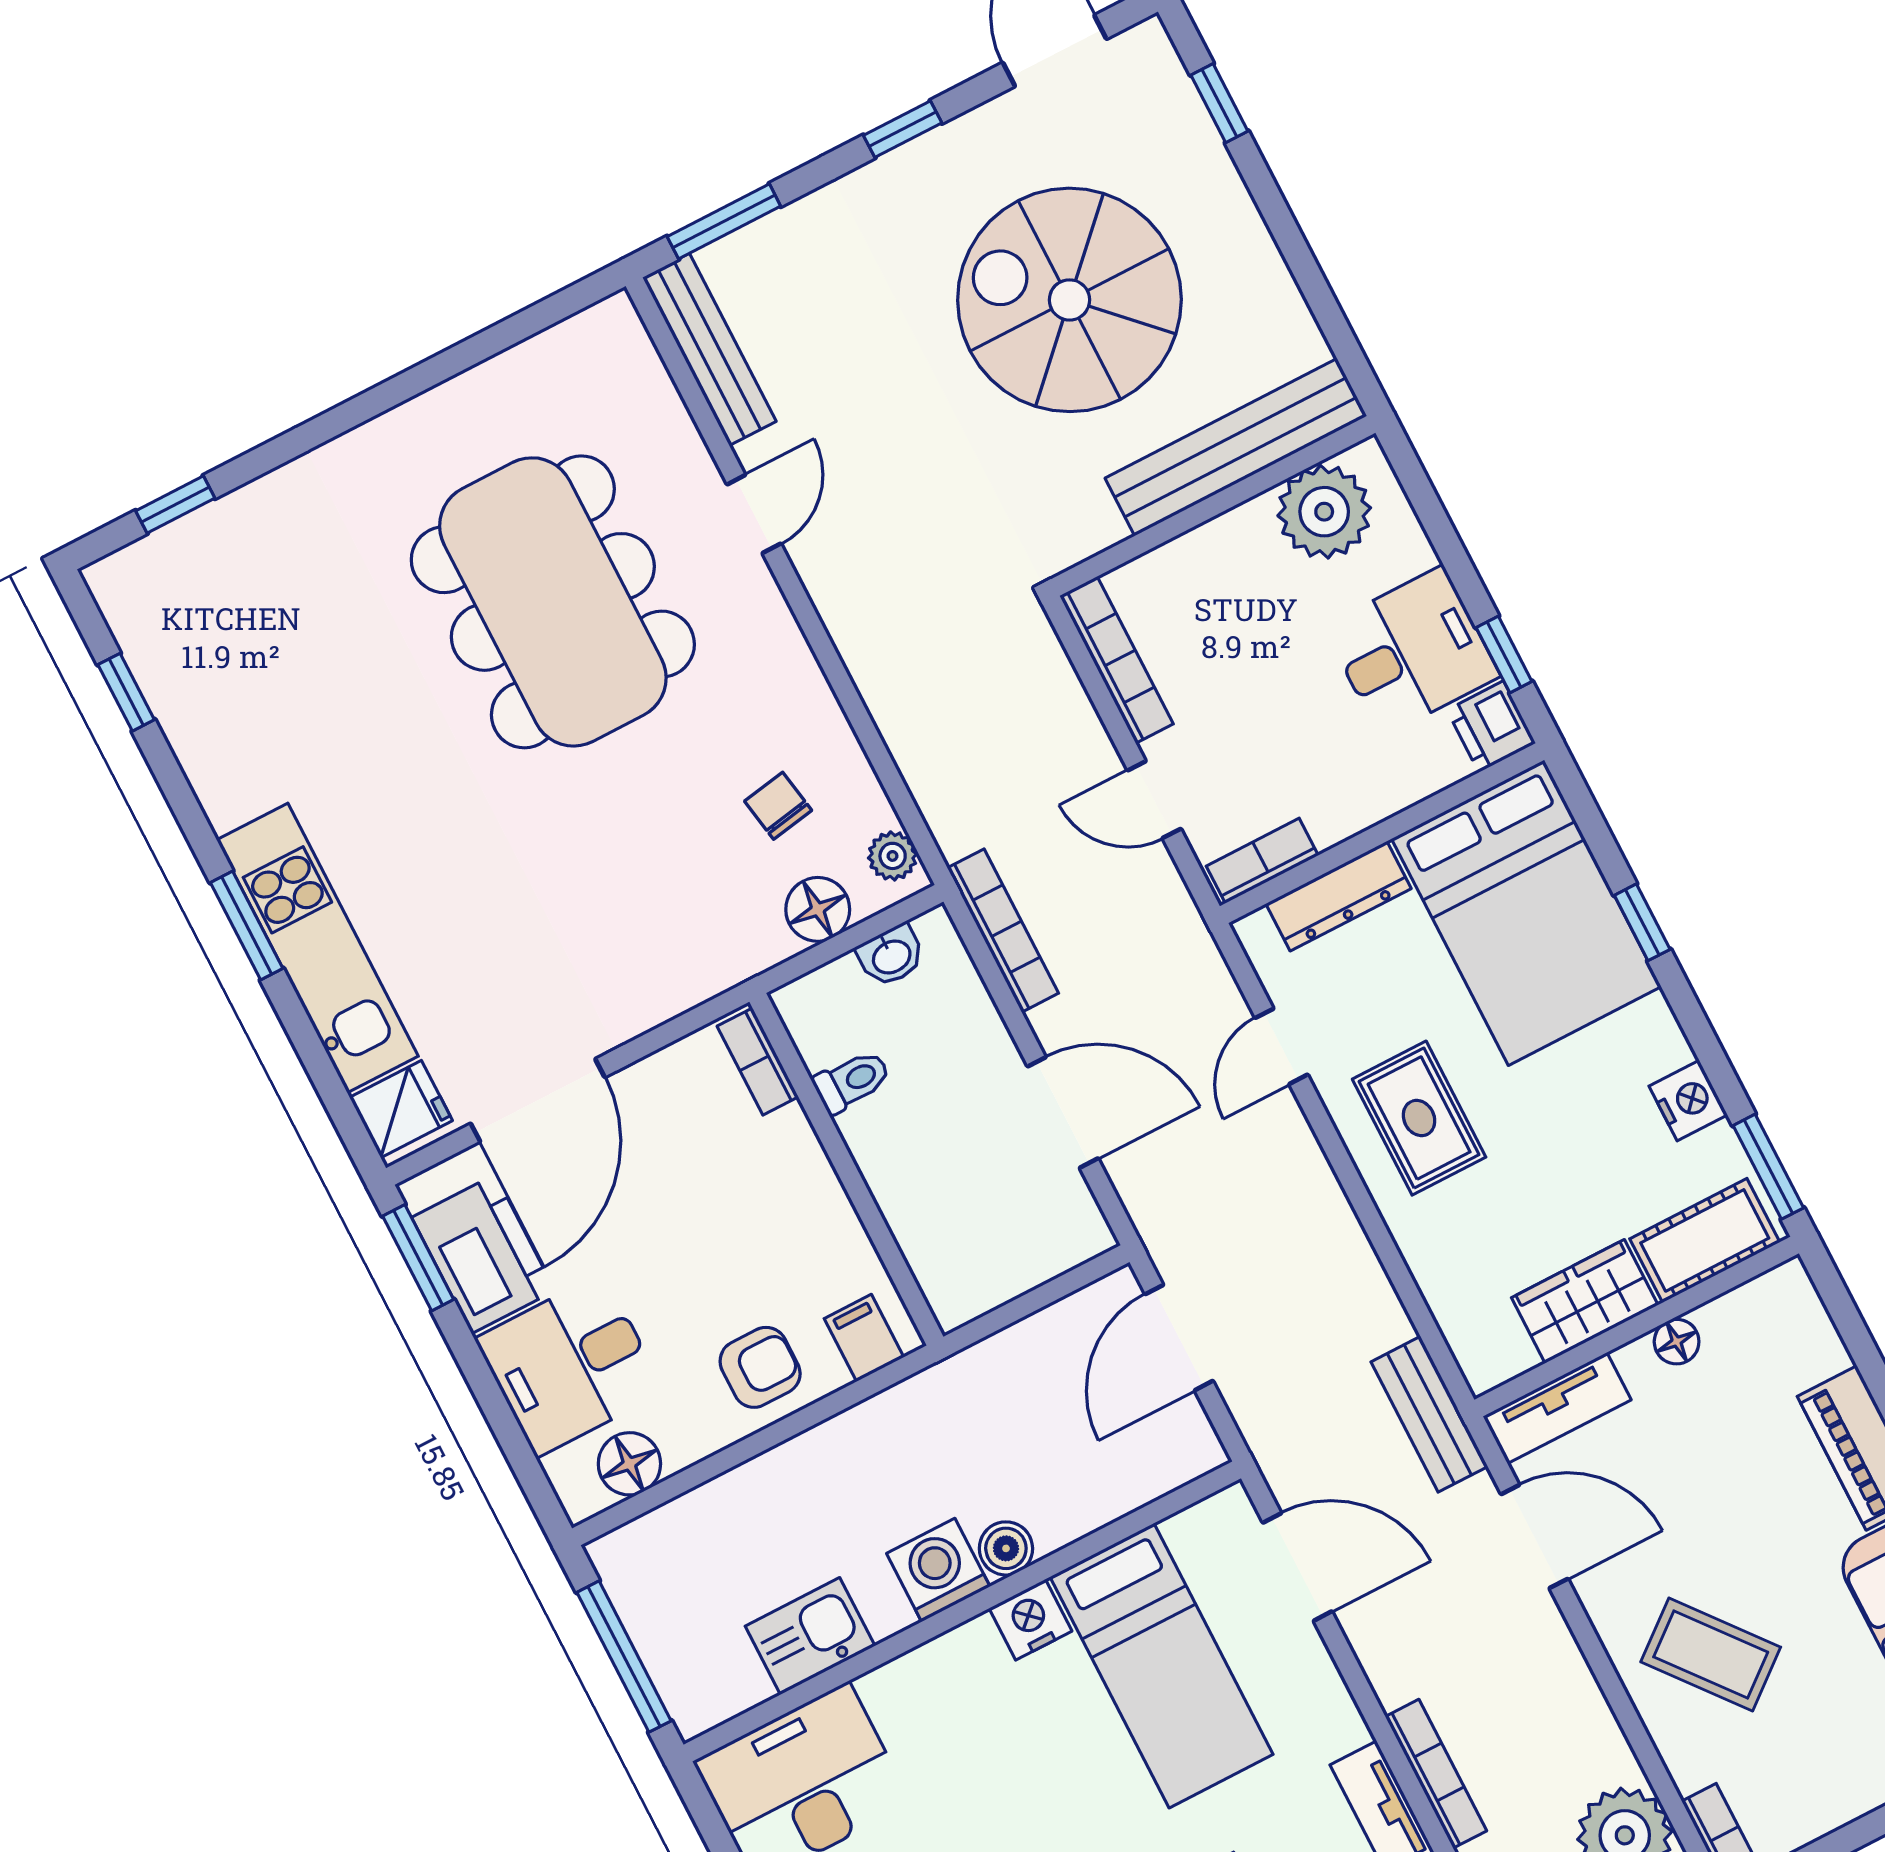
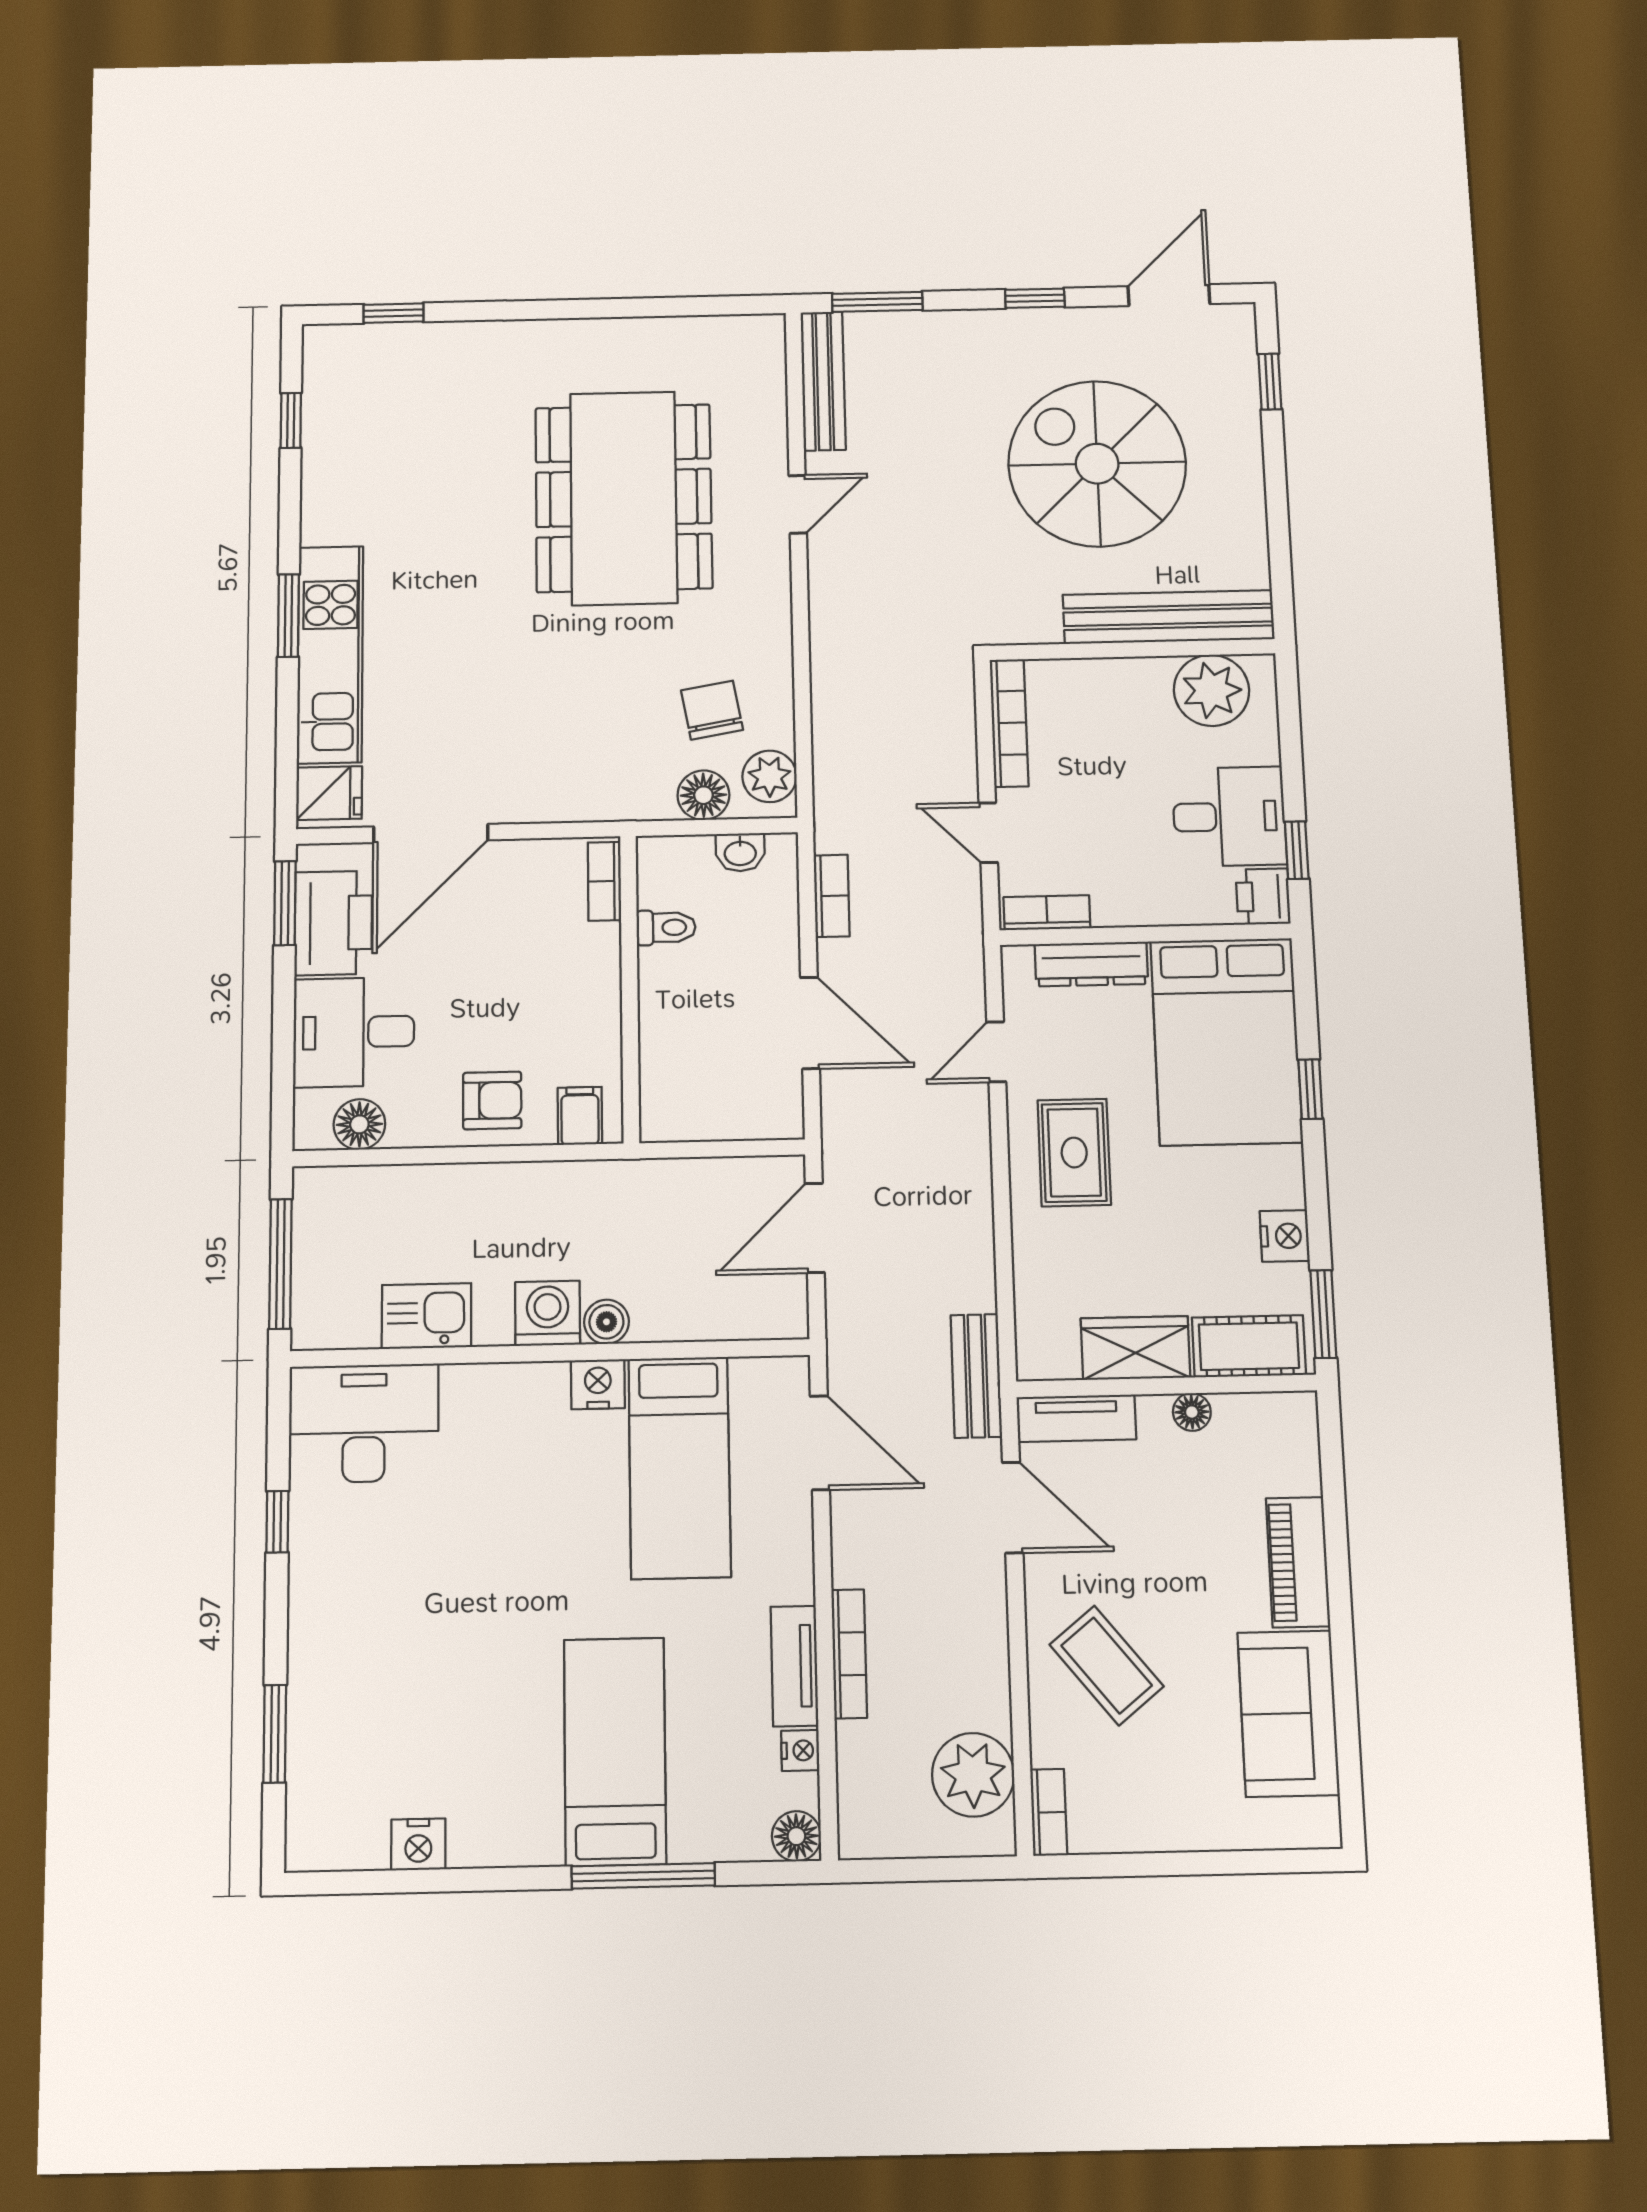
chair: (778, 806) -> (712, 710), width x1.37, depth x1.37
plant: (893, 856) -> (769, 776), width x1.38, depth x1.38
bookcase: (1003, 931) -> (832, 896), width x0.64

